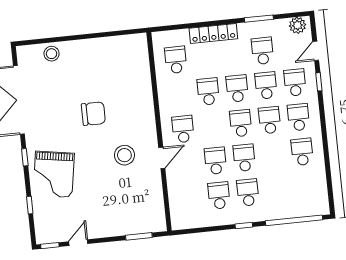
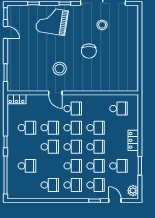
locker: (213, 33) -> (133, 140), width x0.66
stool: (52, 54) -> (102, 25), moved
school desk: (212, 126) -> (73, 128), added
school desk: (248, 192) -> (27, 166), moved
locker: (177, 216) -> (16, 99), added

